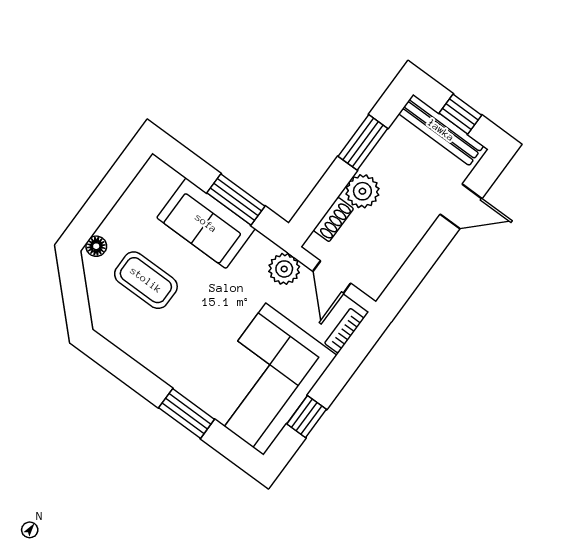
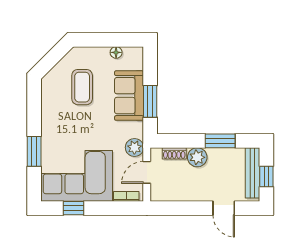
floor lamp: (96, 246) -> (116, 52), moved

